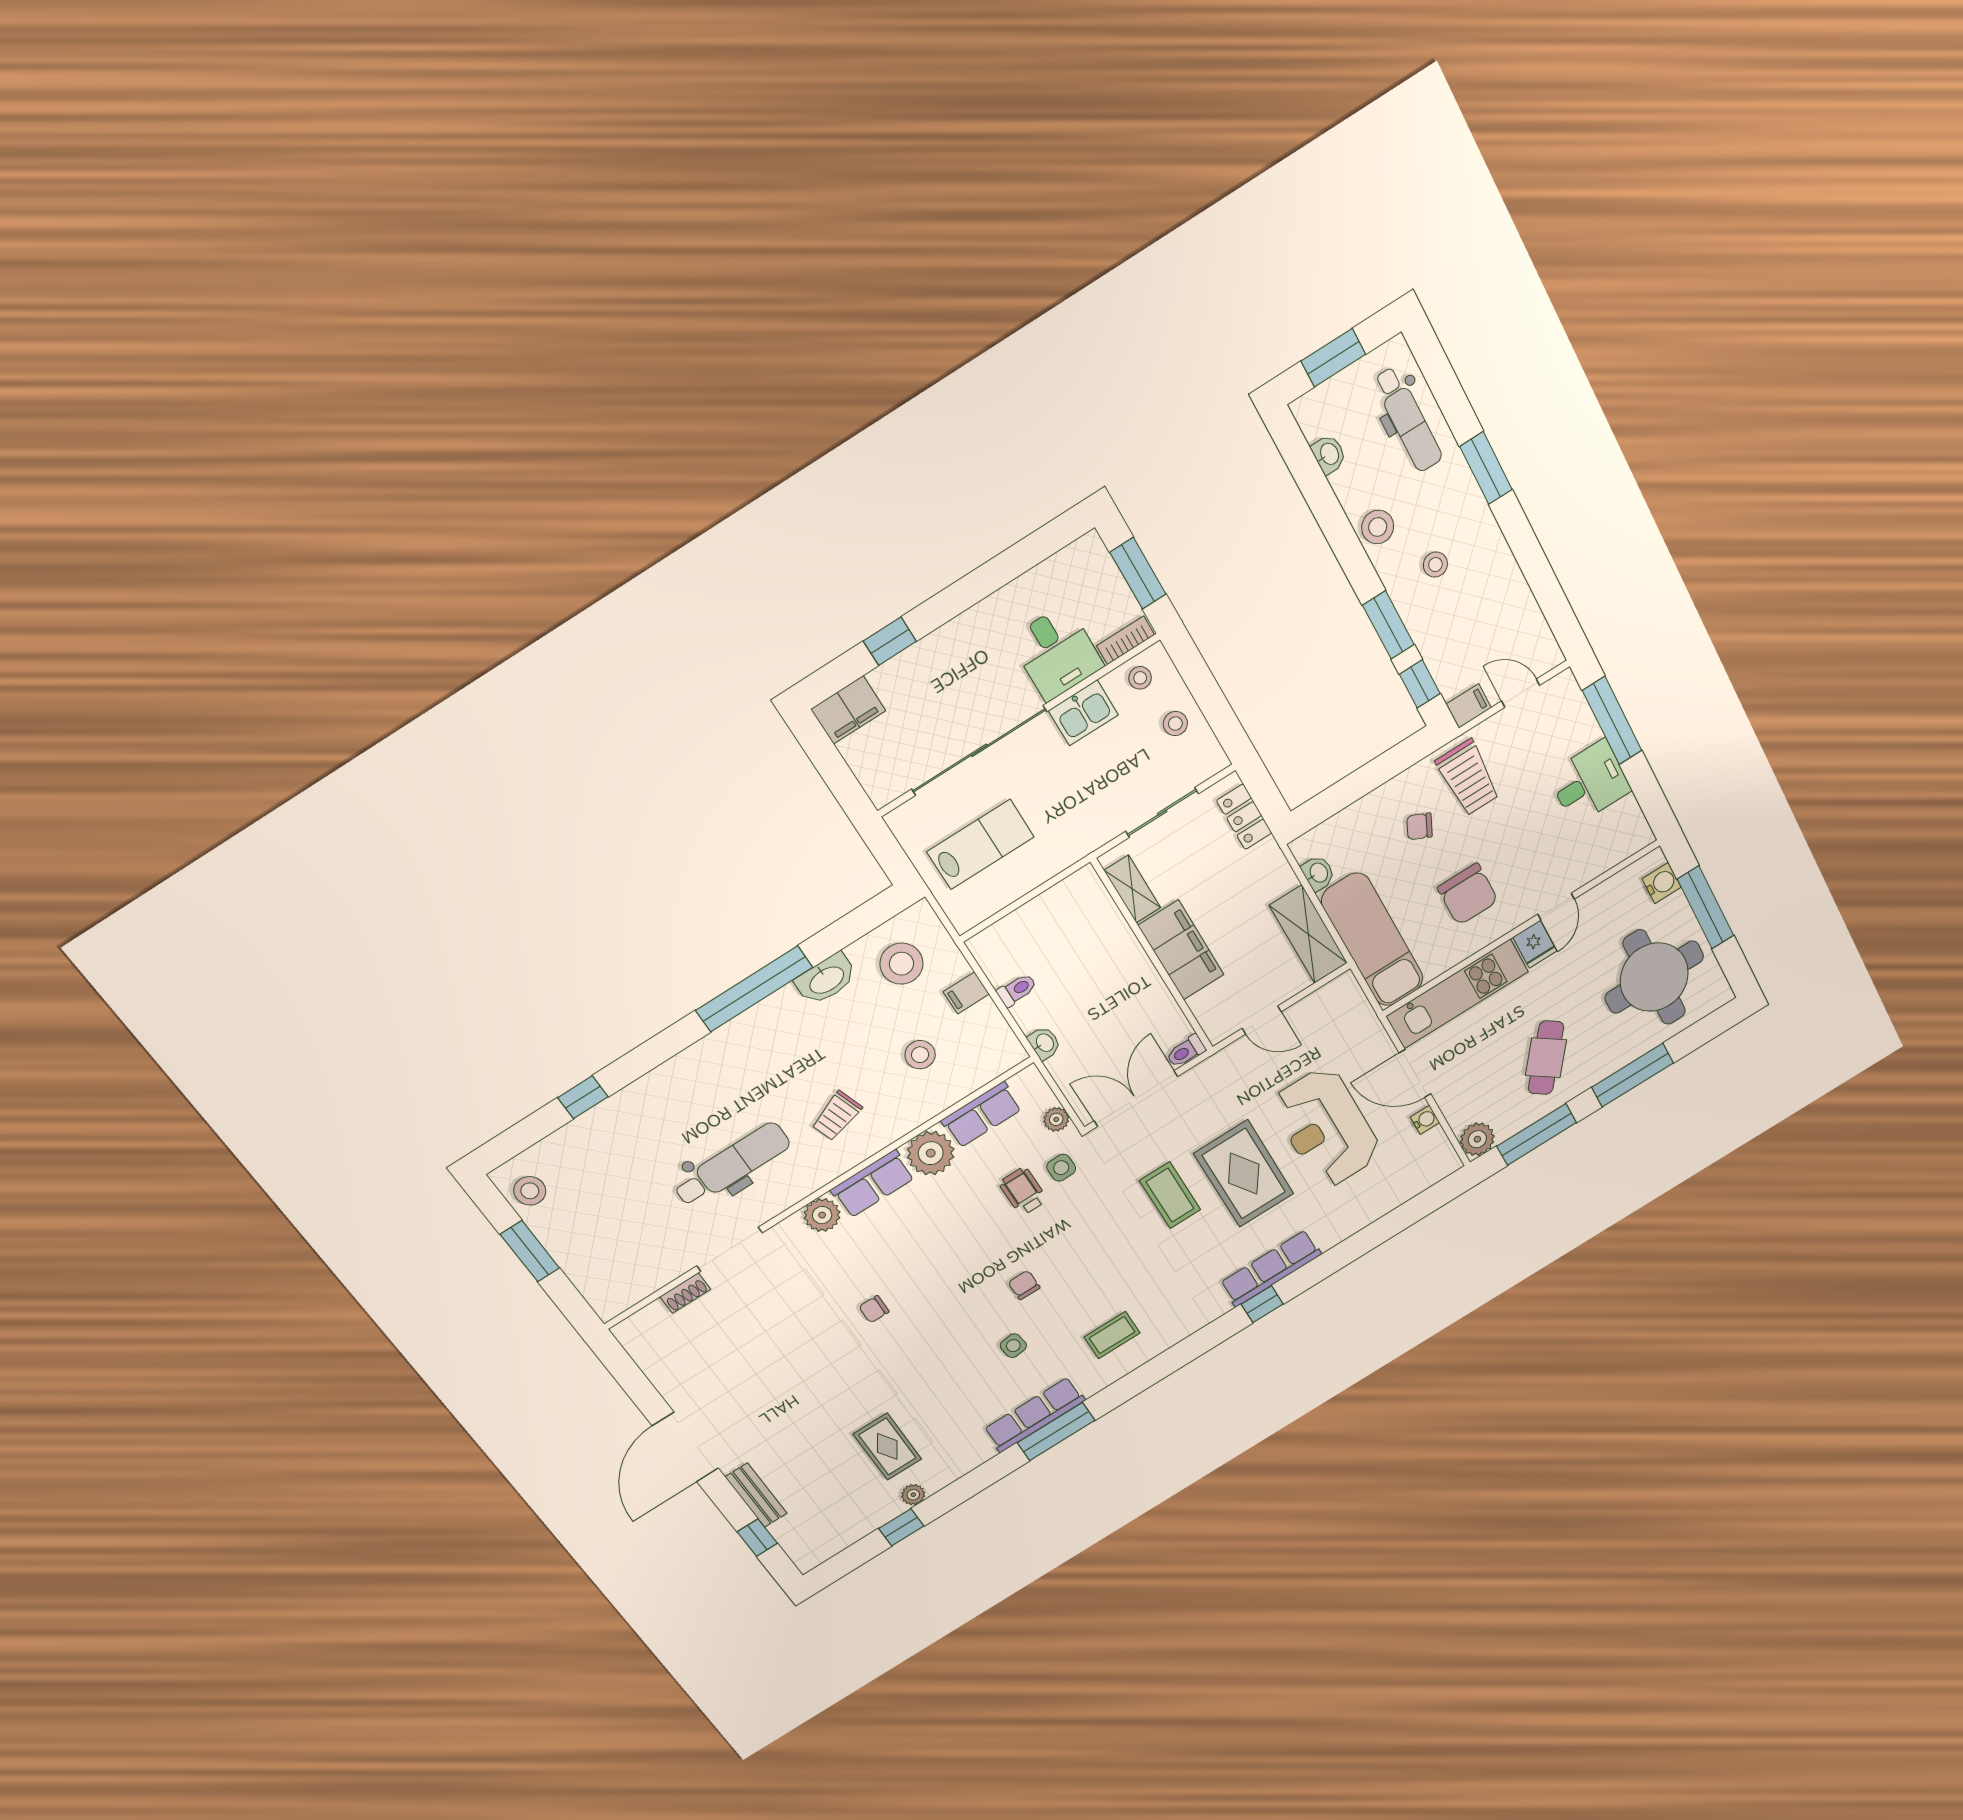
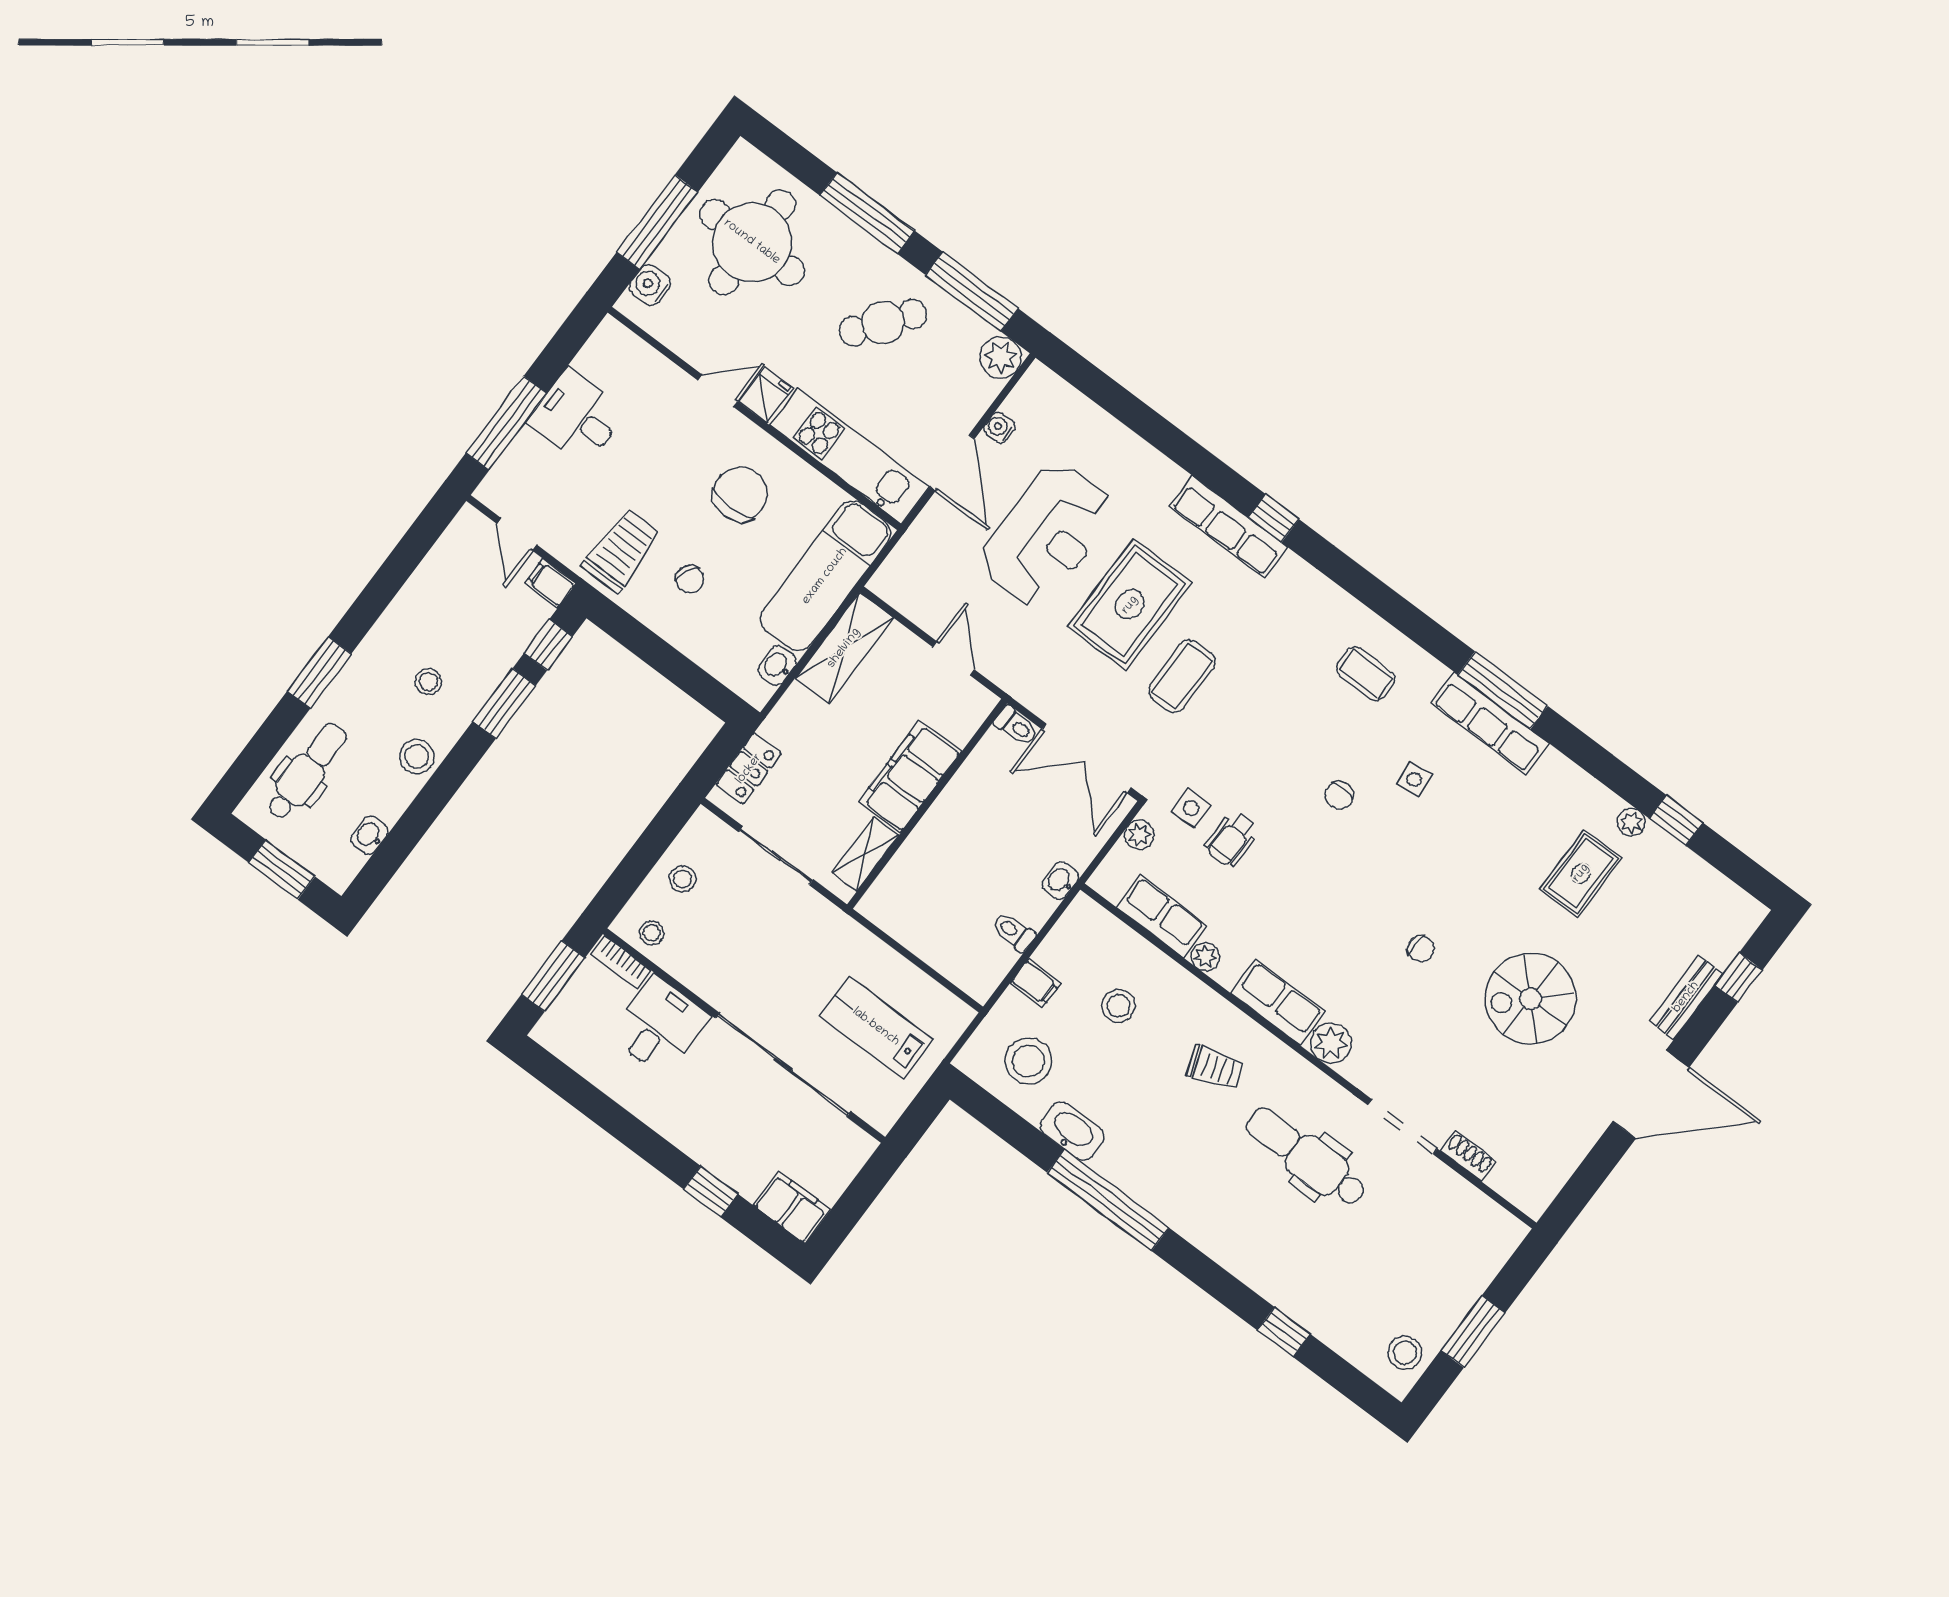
kitchen sink: (1083, 713) -> (707, 976), removed
plant: (931, 1153) -> (1205, 957), width x0.53, depth x0.53
spiral stairs: (800, 1380) -> (1530, 999), added

